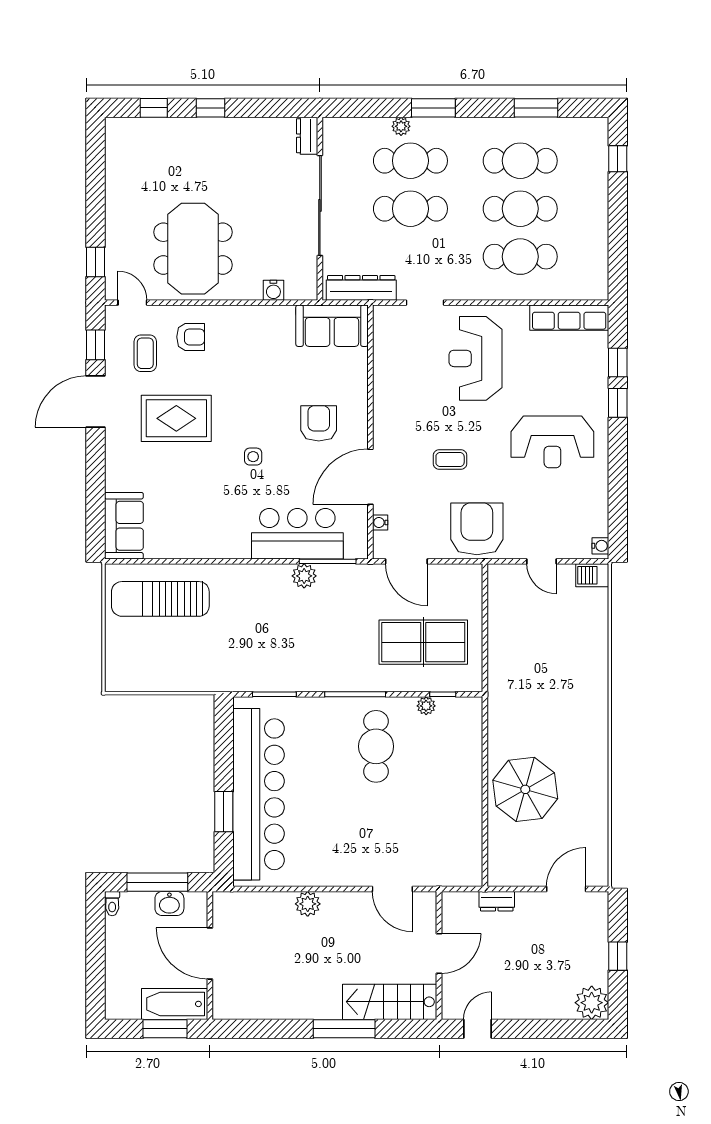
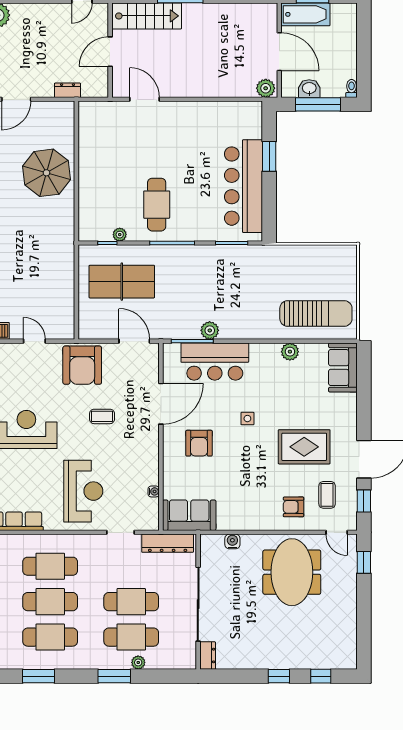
water cooler: (380, 522) -> (154, 491), moved
plant: (196, 547) -> (290, 352), added
bar counter: (259, 794) -> (243, 186), width x0.73
plant: (308, 904) -> (266, 88), moved

